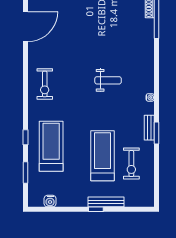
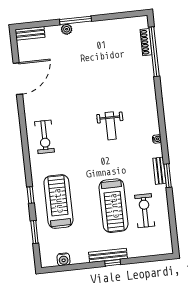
weight bench: (108, 80) -> (111, 126), turned 90
treadmill: (103, 156) -> (114, 206), turned 180
exercise bike: (131, 164) -> (145, 211), turned 180
bench: (106, 202) -> (108, 255), moved

